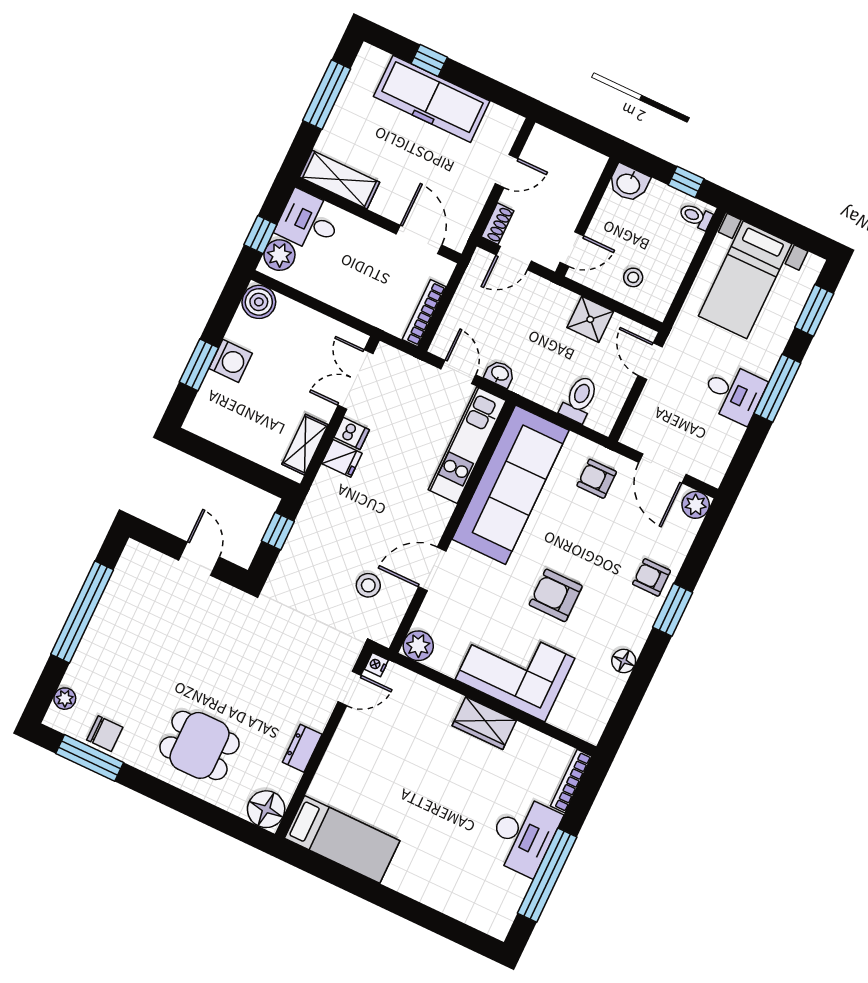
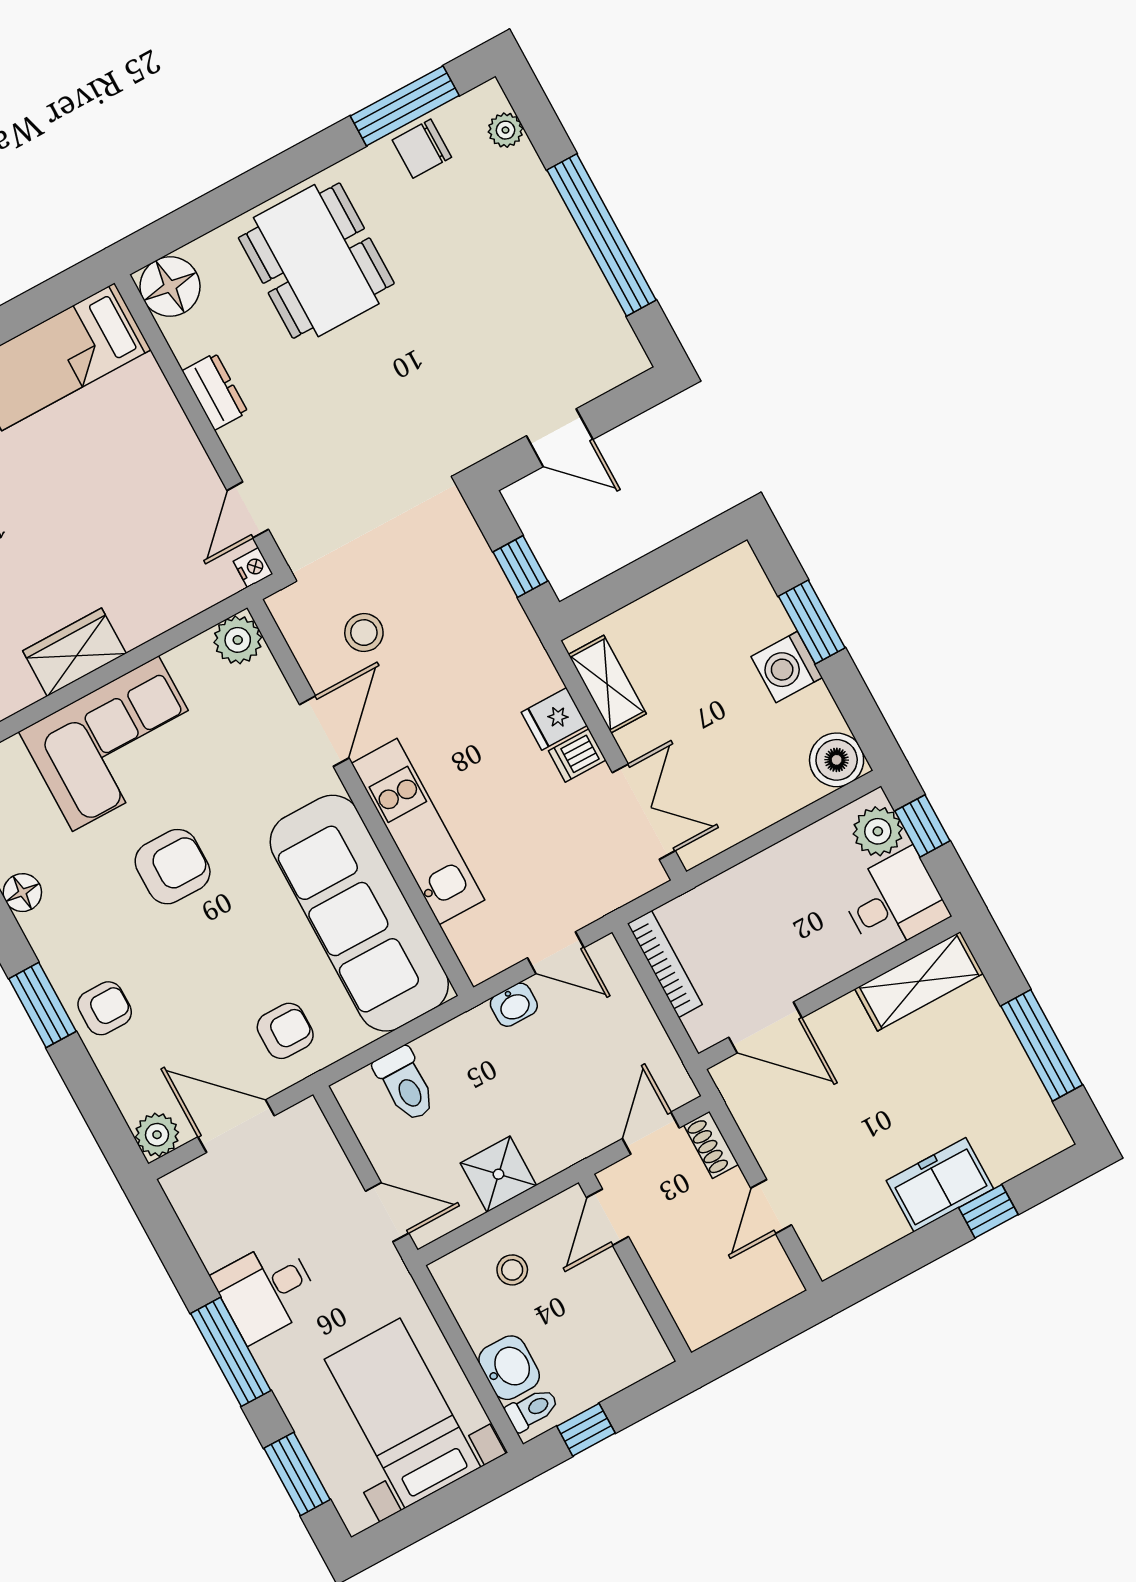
freezer: (432, 99) -> (940, 1185), width x0.52, depth x0.79
washbasin: (629, 183) -> (509, 1368), moved, turned 90
kitchen unit: (467, 445) -> (418, 832), moved
dining table: (200, 745) -> (316, 261), width x1.38

